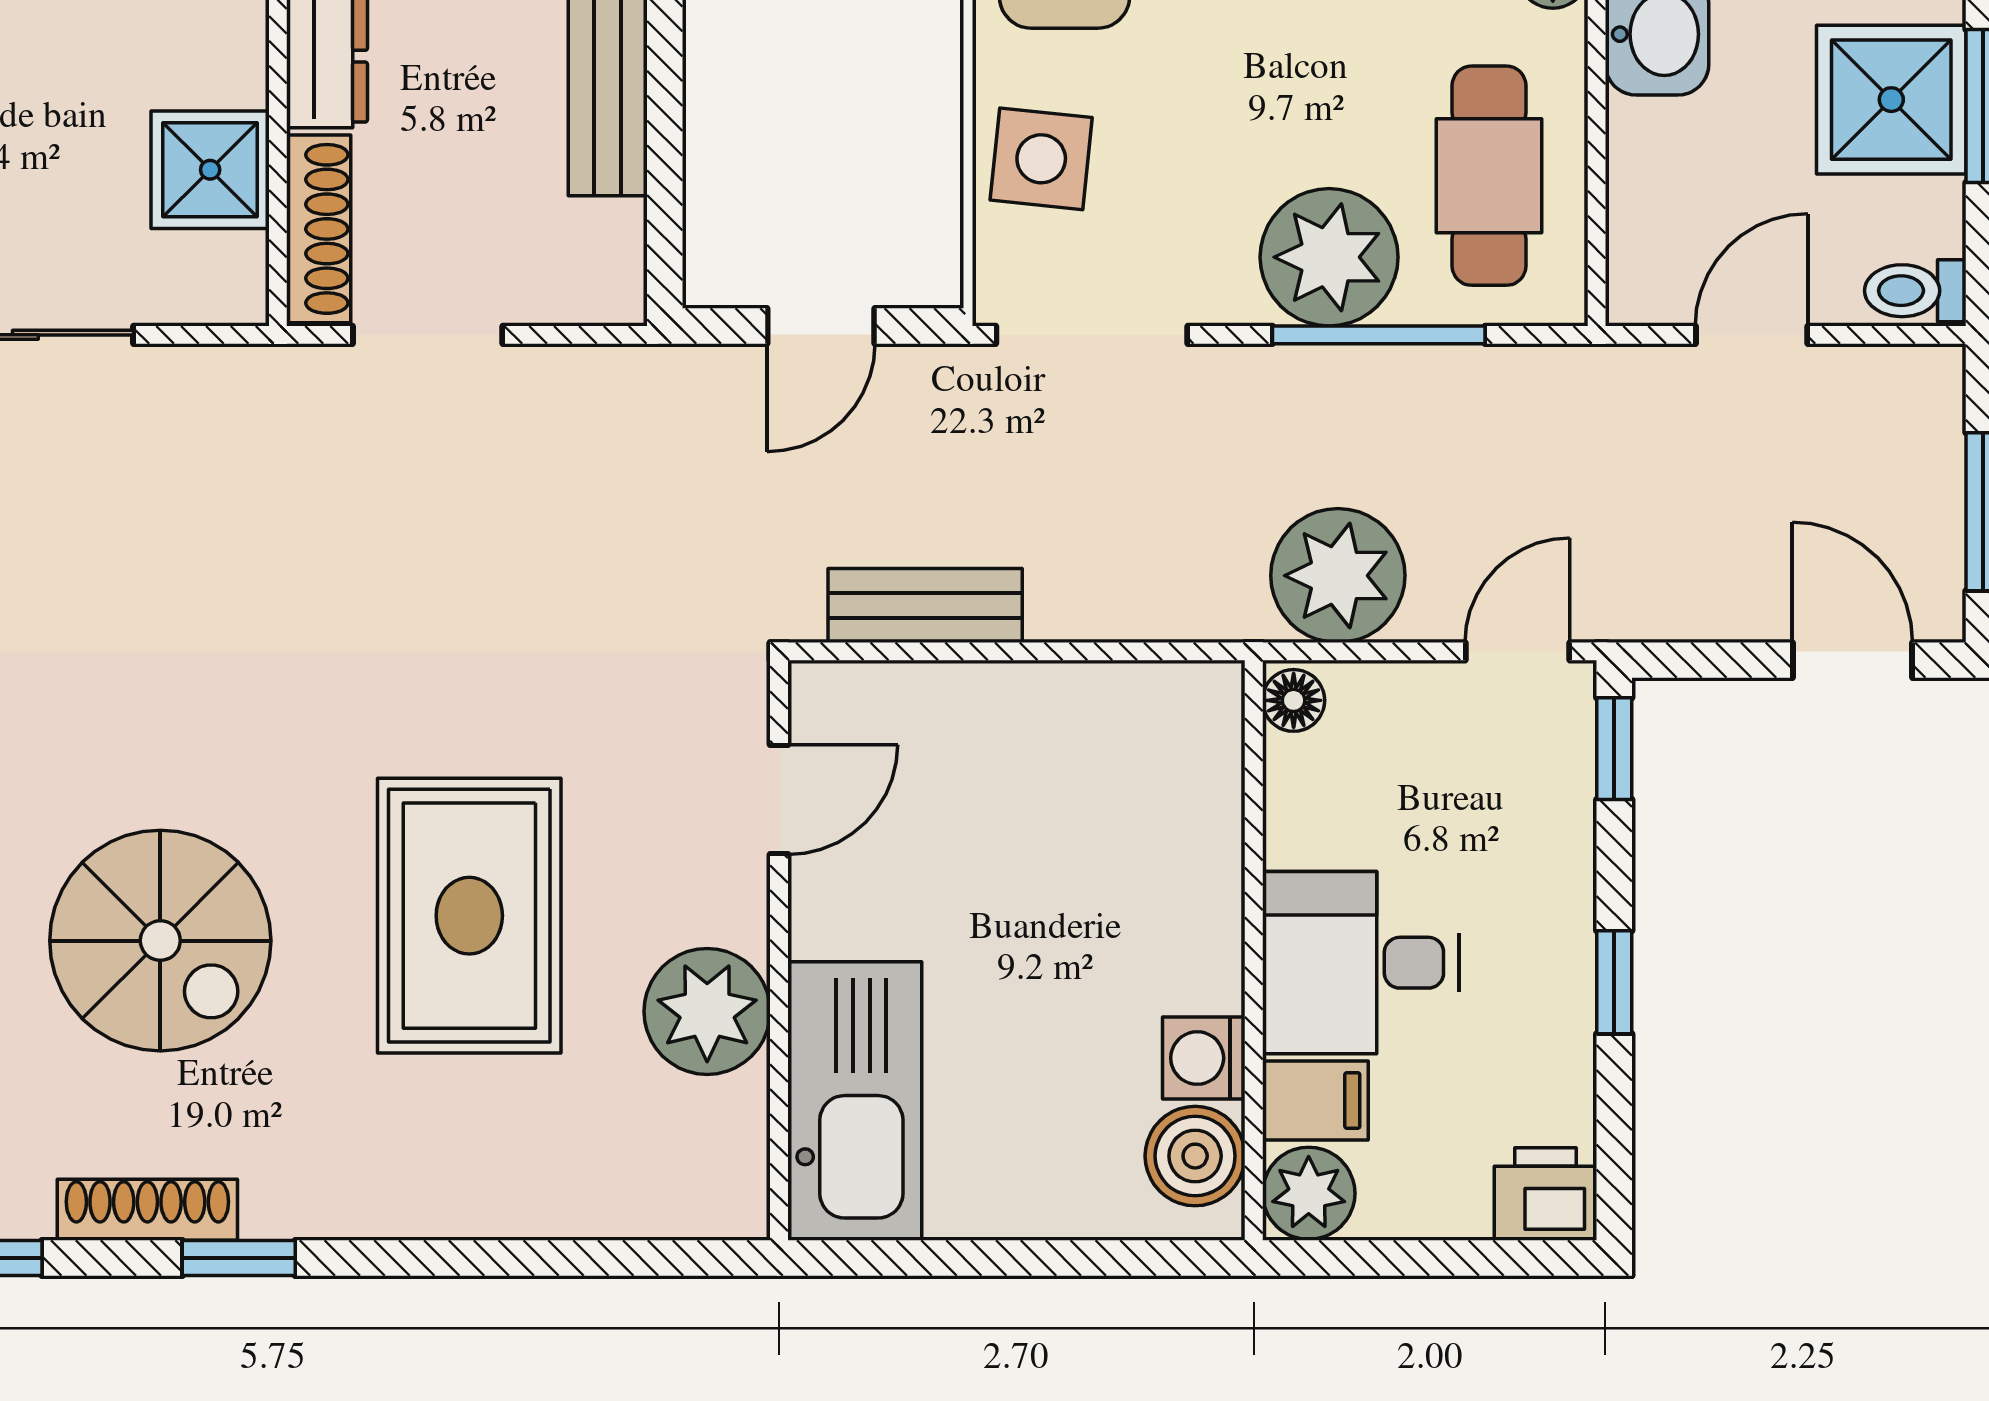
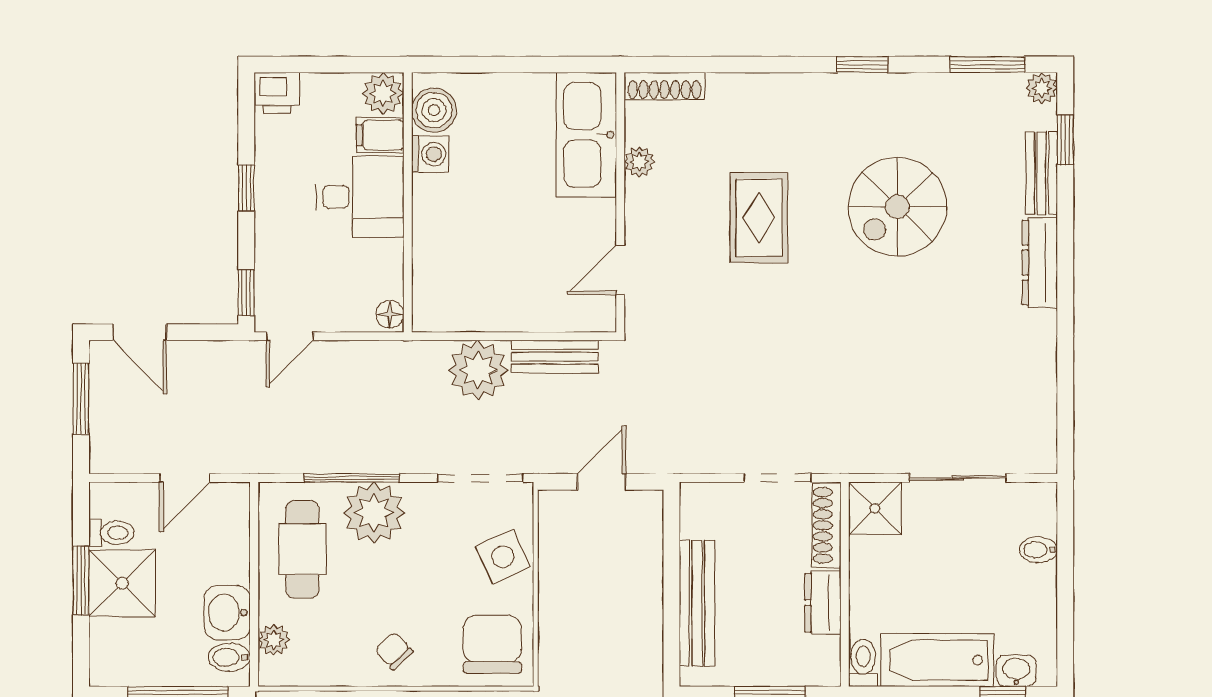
side table: (1041, 159) -> (503, 557), turned -31
shower: (210, 170) -> (875, 508), moved
toilet: (1915, 291) -> (111, 533), moved
plant: (1338, 576) -> (478, 370), moved
rug: (469, 916) -> (759, 218), width x0.73, depth x0.70
spiral stairs: (160, 941) -> (897, 207), turned -90
plant: (707, 1011) -> (639, 162), width x0.53, depth x0.53
shoe rack: (147, 1210) -> (665, 86), moved

